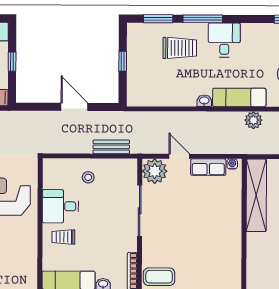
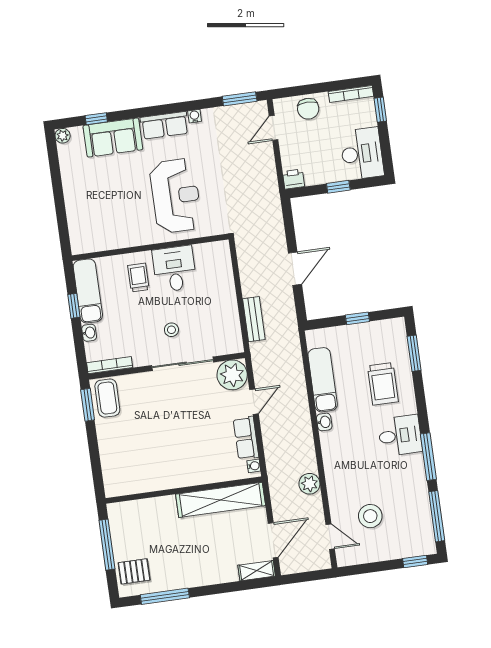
window: (203, 19) -> (428, 457), moved
exam couch: (239, 97) -> (323, 380), moved
stool: (88, 177) -> (171, 330), moved

